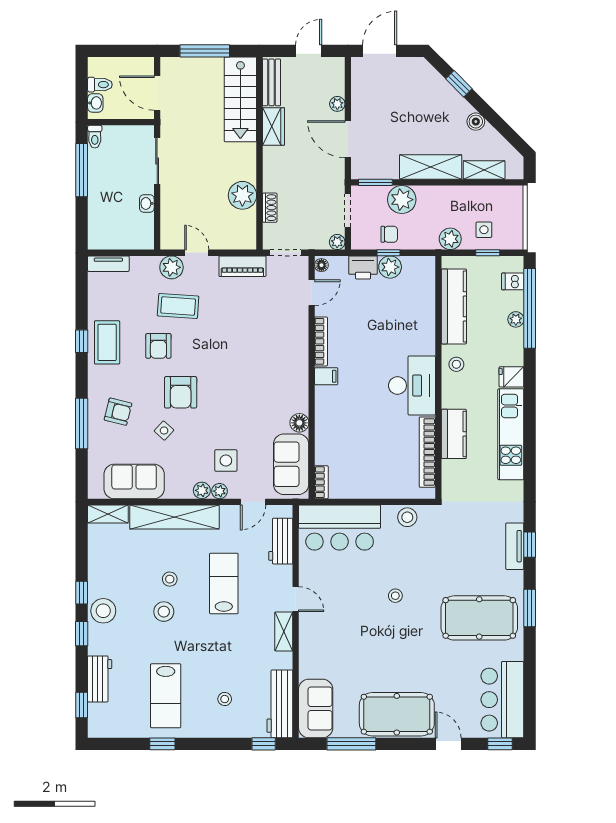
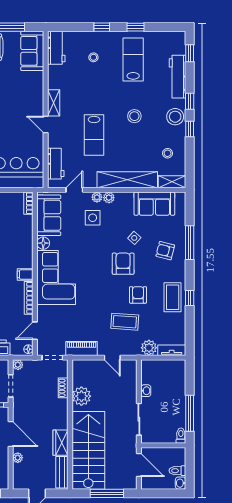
stairs: (240, 99) -> (88, 450), width x1.36, depth x1.51
washbasin: (95, 103) -> (181, 483), moved
plant: (171, 267) -> (149, 348), moved
corner sofa: (280, 372) -> (56, 278), added
stool: (170, 579) -> (168, 153), moved
workbench: (100, 679) -> (178, 77), width x1.37
workbench: (280, 704) -> (56, 48), width x0.73
window: (264, 744) -> (102, 27), moved

